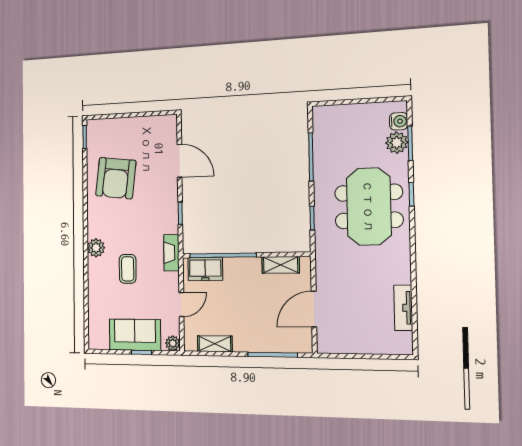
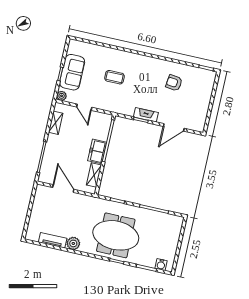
plant: (397, 143) -> (73, 243), moved
armchair: (116, 178) -> (174, 83), width x0.53, depth x0.53
plant: (96, 248) -> (133, 59), removed
fireplace: (171, 253) -> (146, 115), moved
freezer: (205, 269) -> (97, 151), moved

